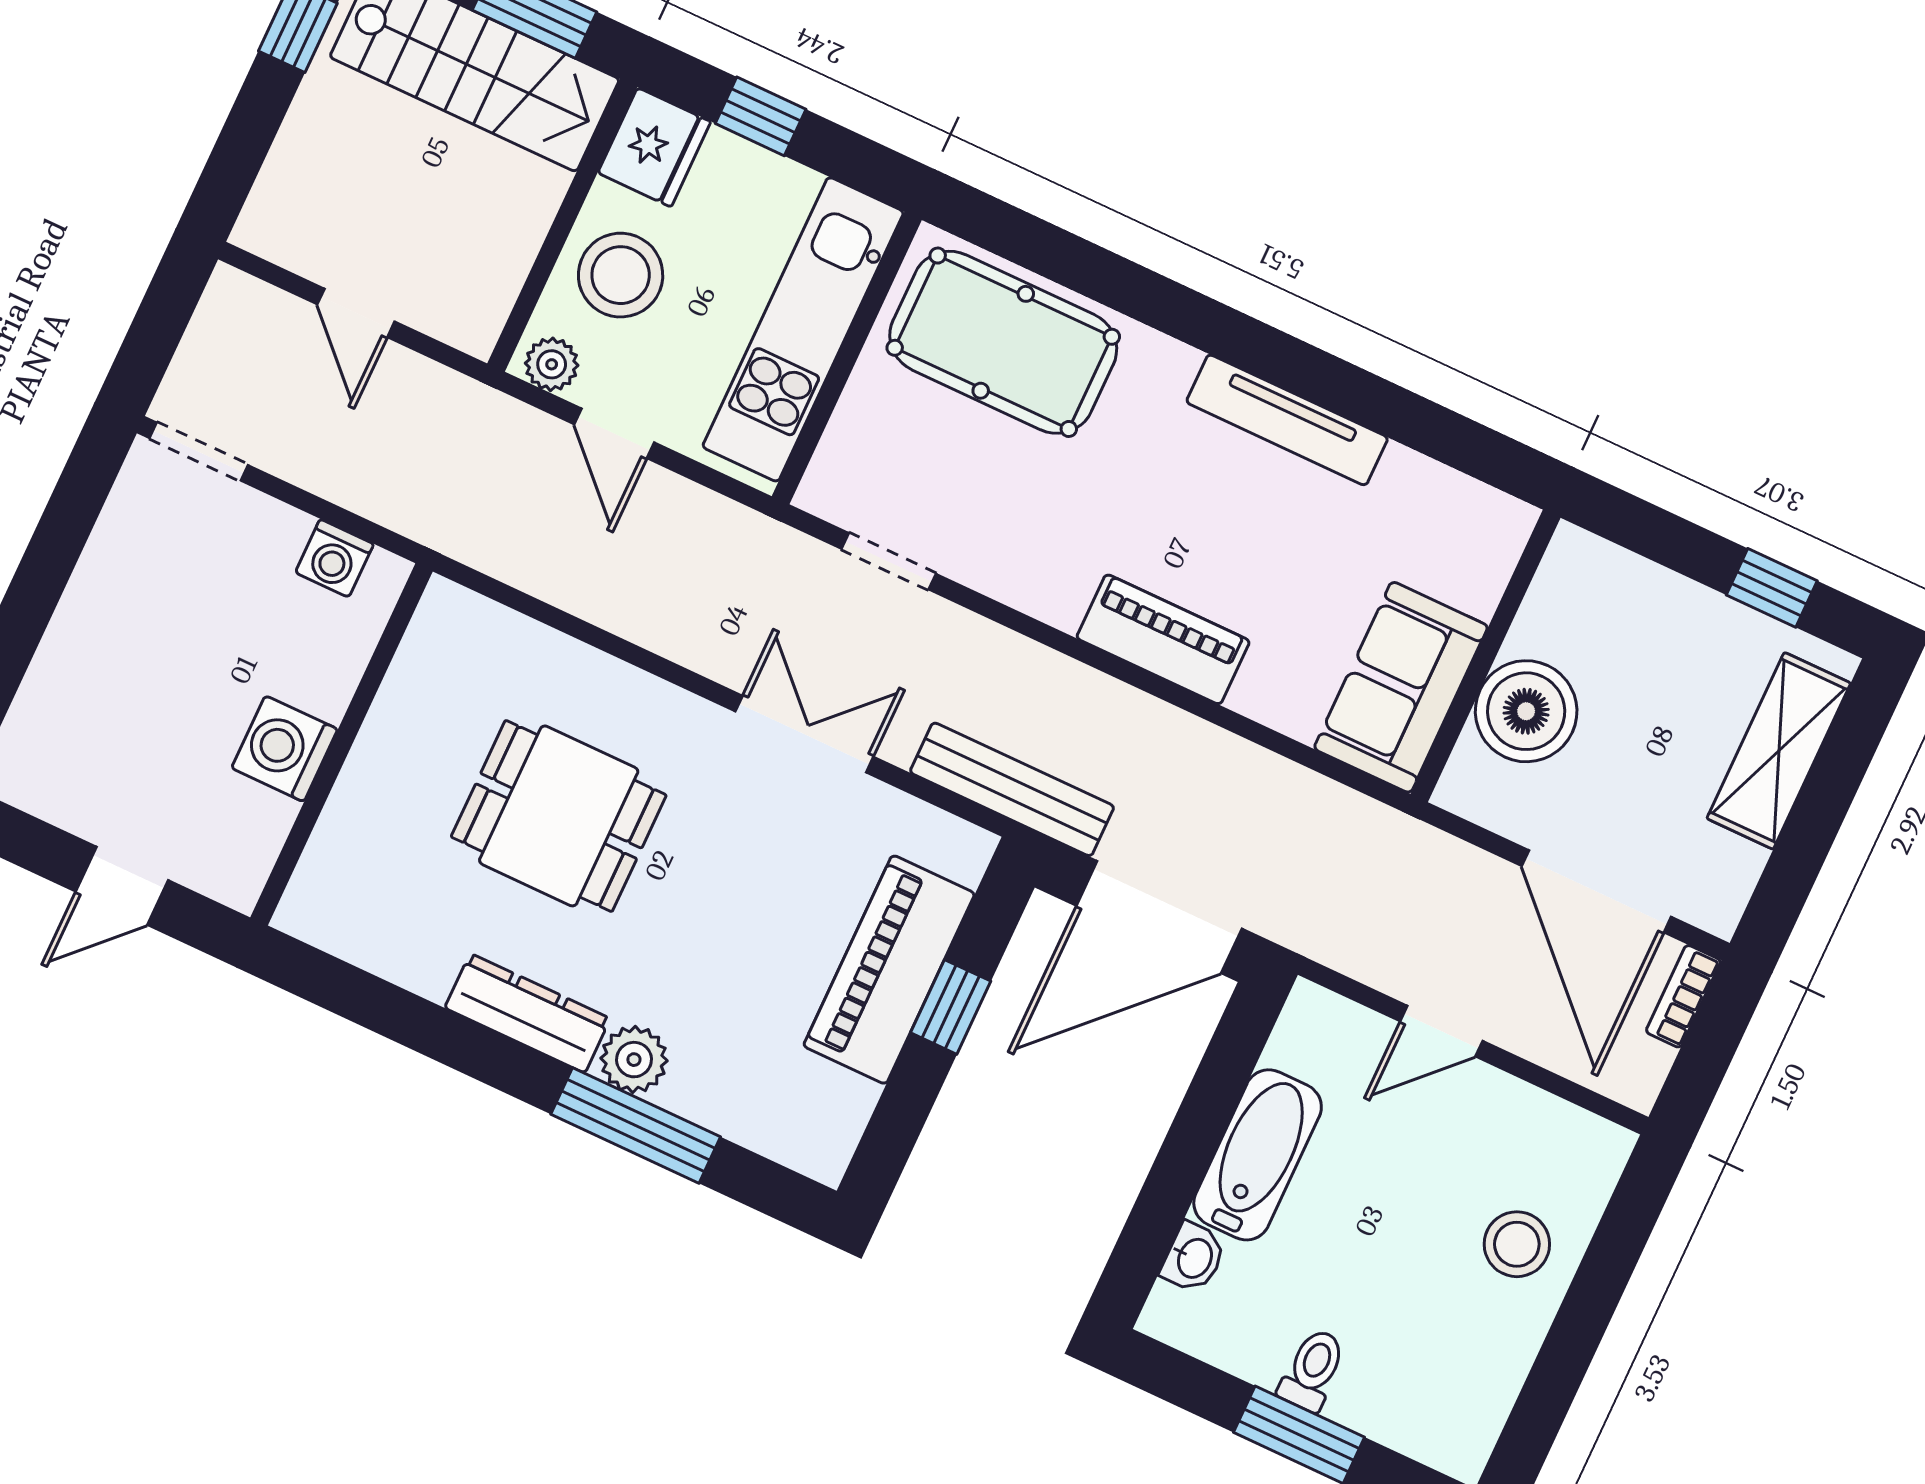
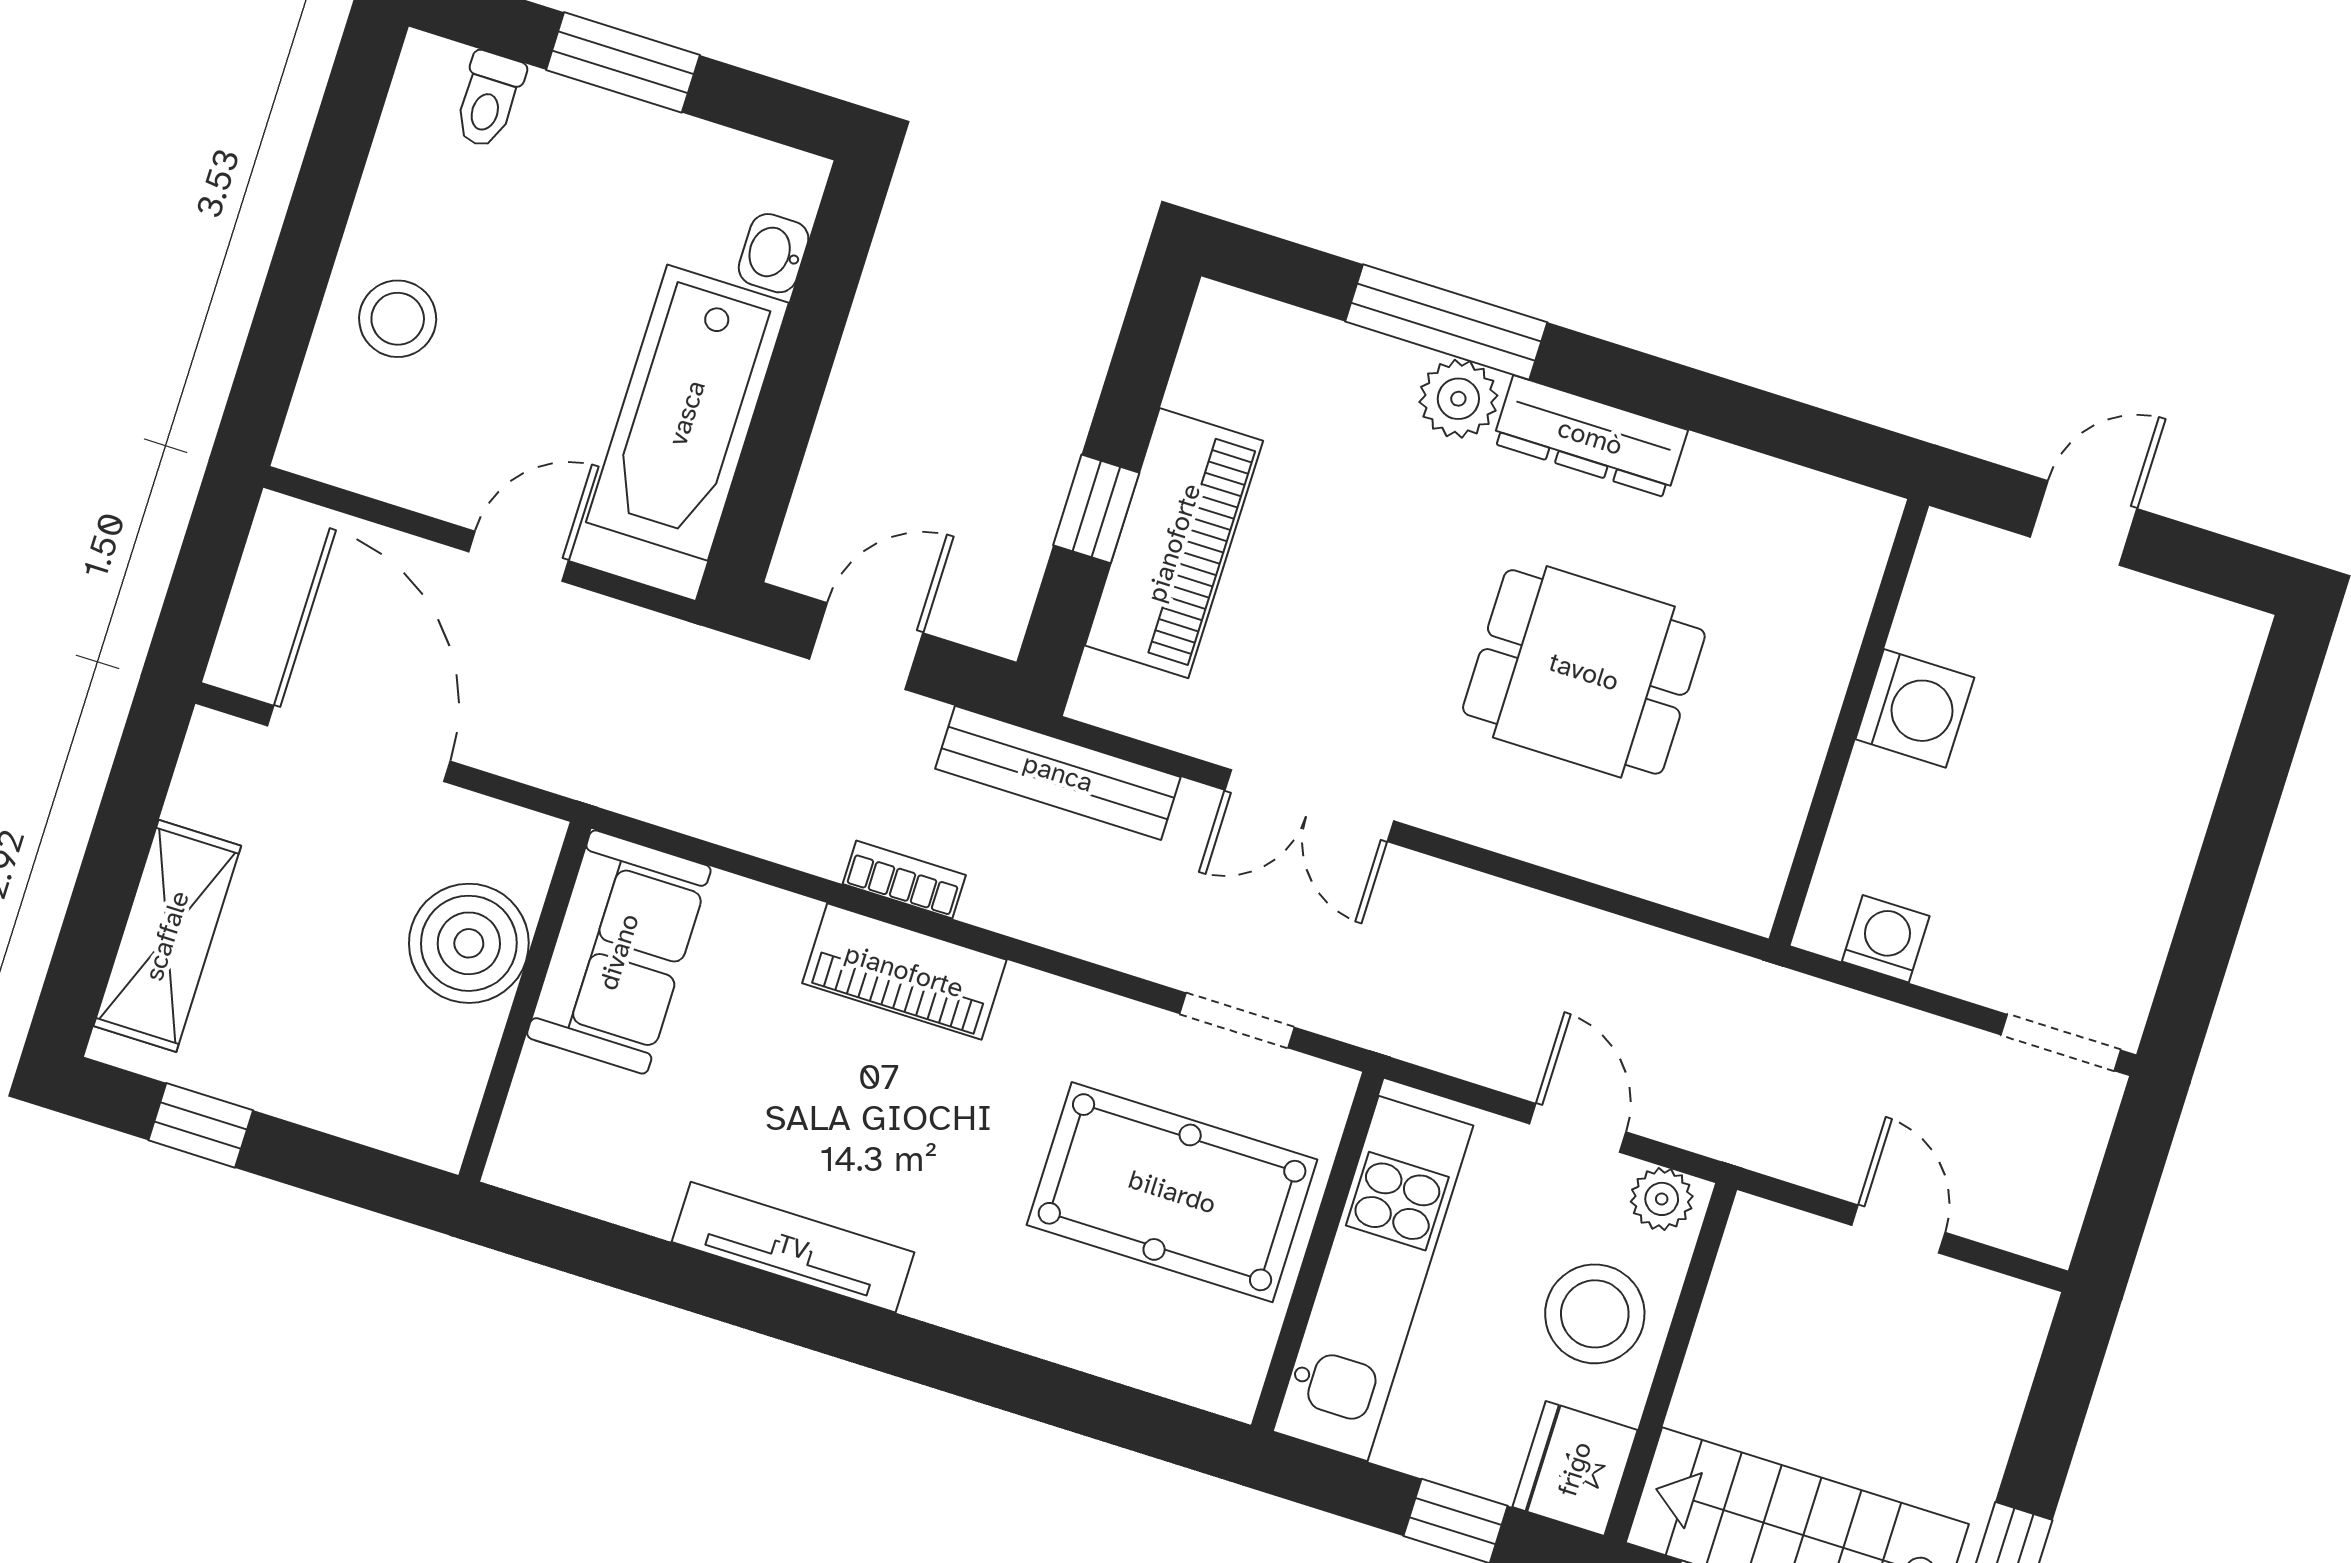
pool table: (1003, 342) -> (1172, 1192), moved
door: (1159, 917) -> (866, 646), width x0.53
bookcase: (1683, 996) -> (904, 879), moved, turned -90
bathtub: (1258, 1155) -> (687, 413), width x1.36, depth x1.36
toilet: (1312, 1370) -> (489, 100), moved

